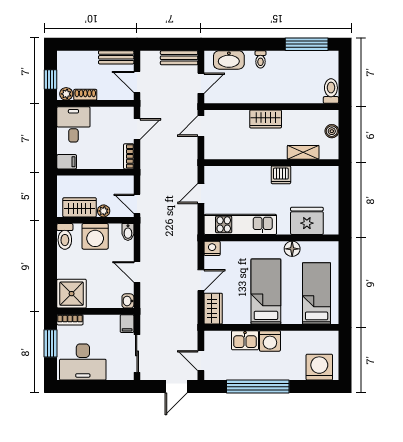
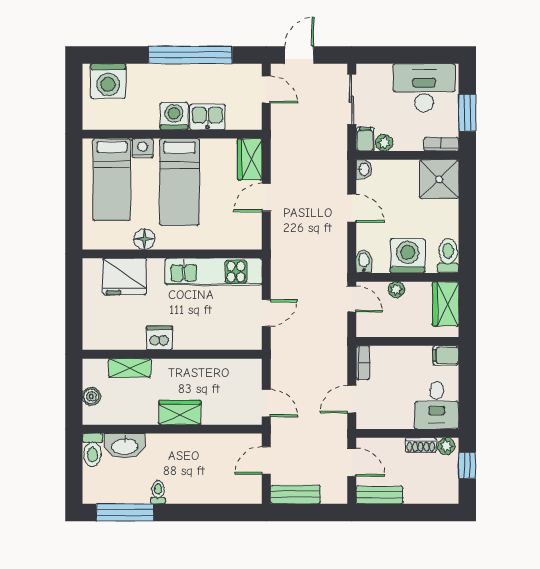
toilet: (261, 59) -> (158, 492), moved
washbasin: (229, 60) -> (125, 446), moved, turned 180
door: (201, 126) -> (266, 403), hinge flipped
wardrobe: (80, 207) -> (446, 304), moved, turned 90
nightstand: (212, 248) -> (143, 148), moved, turned 180
plant: (113, 321) -> (384, 143), added

